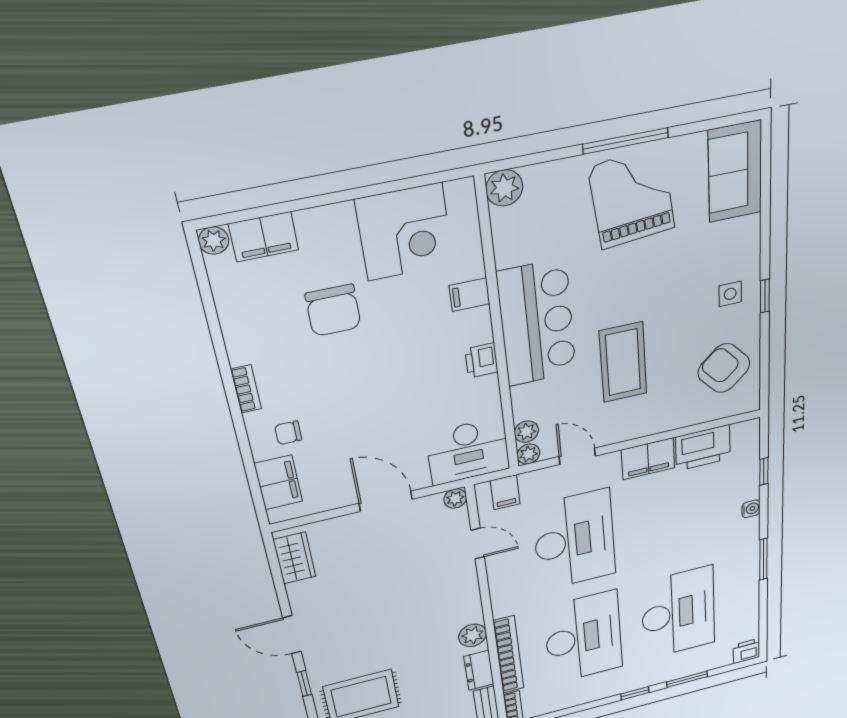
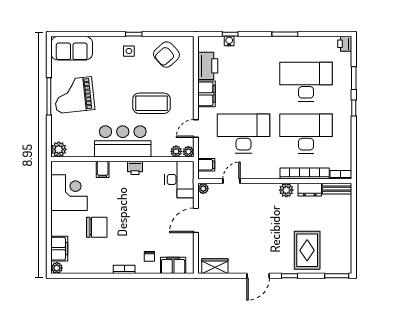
water cooler: (751, 509) -> (229, 41), moved

